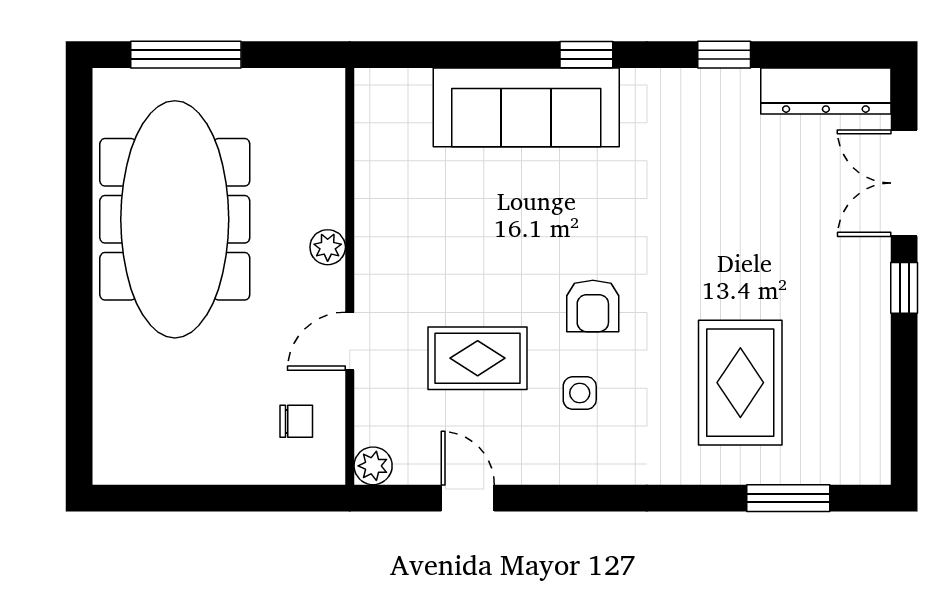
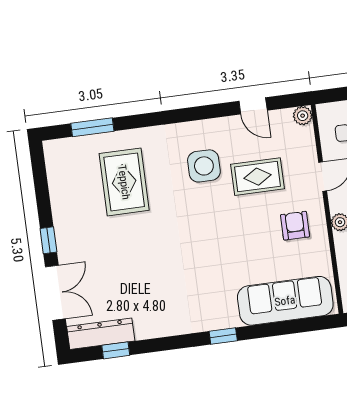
window: (724, 55) -> (116, 350), moved
sofa: (526, 107) -> (285, 301), moved
armchair: (593, 306) -> (295, 226), moved
side table: (580, 393) -> (204, 166), width x1.87, depth x1.87

